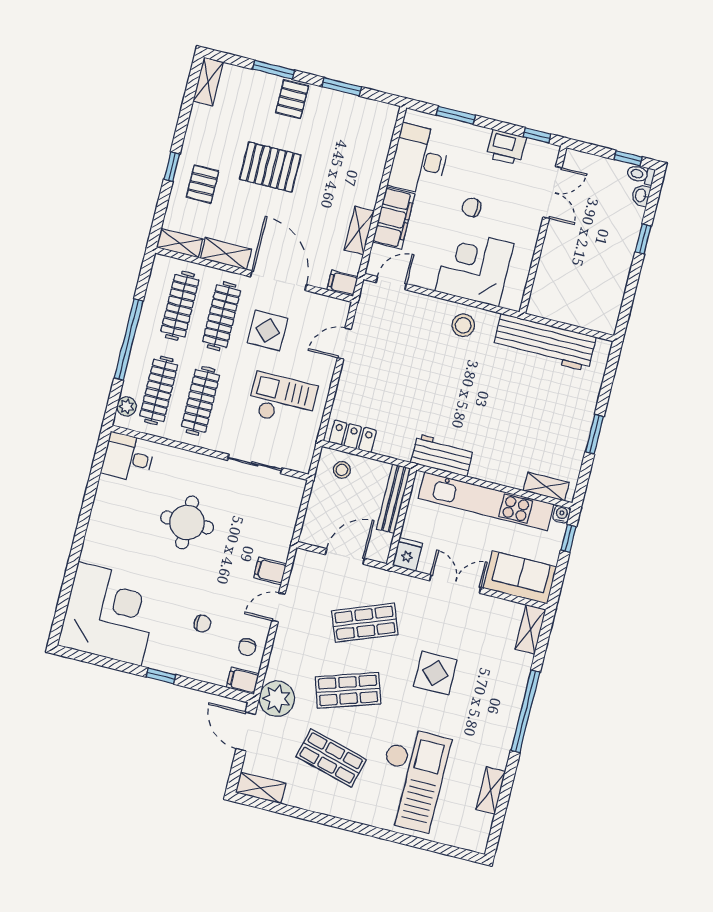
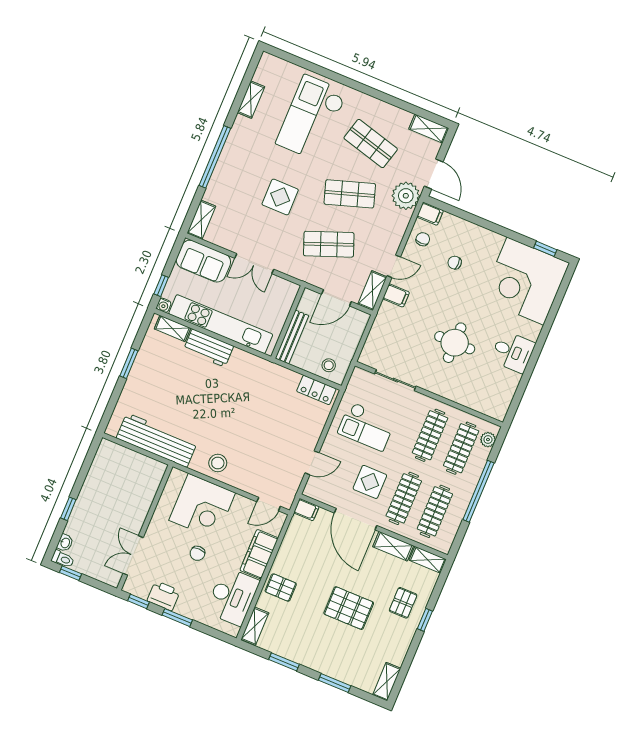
pallet: (292, 99) -> (281, 588), moved, turned 90
window: (456, 115) -> (177, 618), moved
chair: (472, 207) -> (197, 553), turned 90
shelving: (359, 230) -> (255, 626), moved
workbench: (442, 455) -> (208, 348), moved
desk: (128, 458) -> (513, 352), moved
fridge: (408, 554) -> (288, 292), removed
shelving: (301, 573) -> (372, 291), added
window: (161, 676) -> (545, 249), moved

